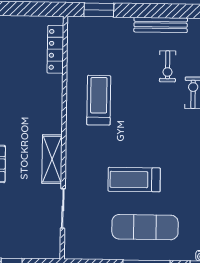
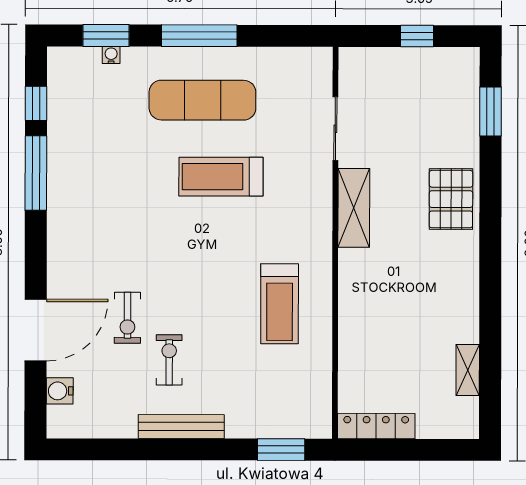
locker: (55, 49) -> (376, 426), moved, turned -90
treadmill: (134, 180) -> (221, 177), turned 180

